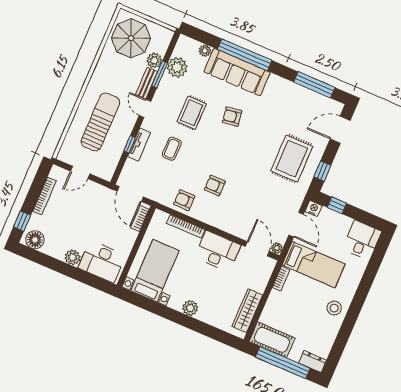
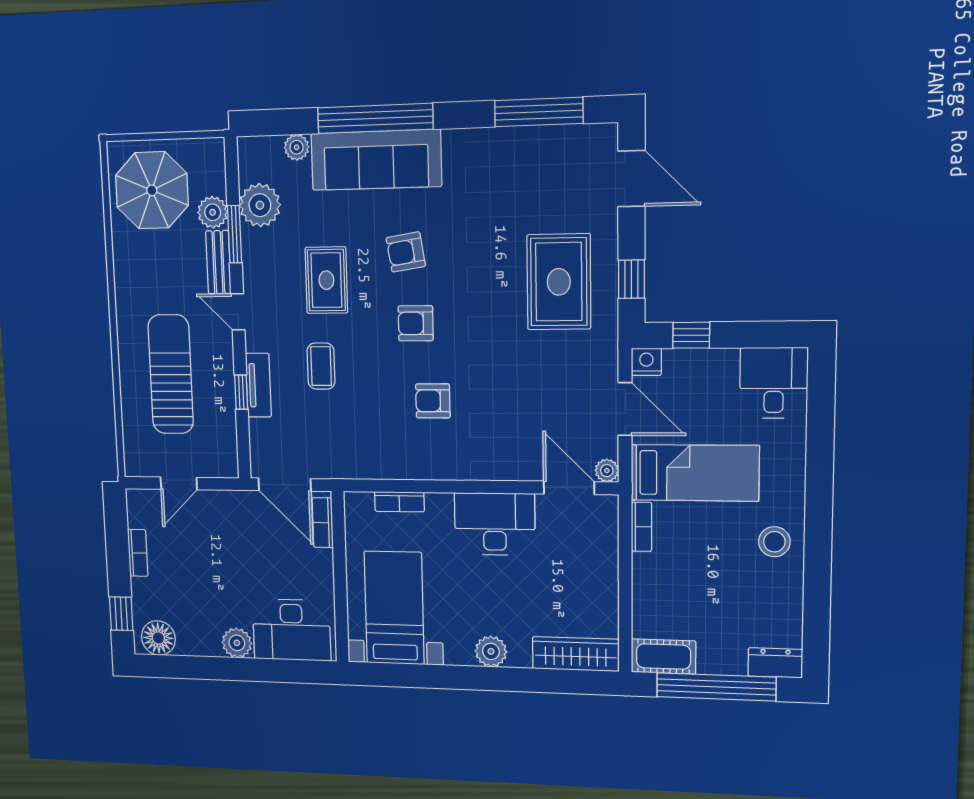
door: (340, 130) -> (631, 179), swing flipped
bookcase: (44, 196) -> (138, 553), width x0.64
armchair: (184, 200) -> (416, 323), moved
bookcase: (186, 226) -> (399, 502), width x0.64
wardrobe: (247, 311) -> (576, 654), moved, turned 90
cot: (272, 340) -> (663, 657), width x0.73, depth x0.75

